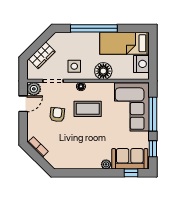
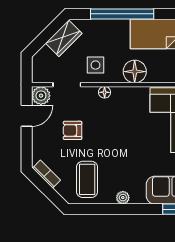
wardrobe: (42, 55) -> (64, 38), moved
coffee table: (88, 109) -> (87, 179), moved, turned 90
armchair: (57, 115) -> (73, 130), turned -96
plant: (106, 164) -> (123, 198), moved

